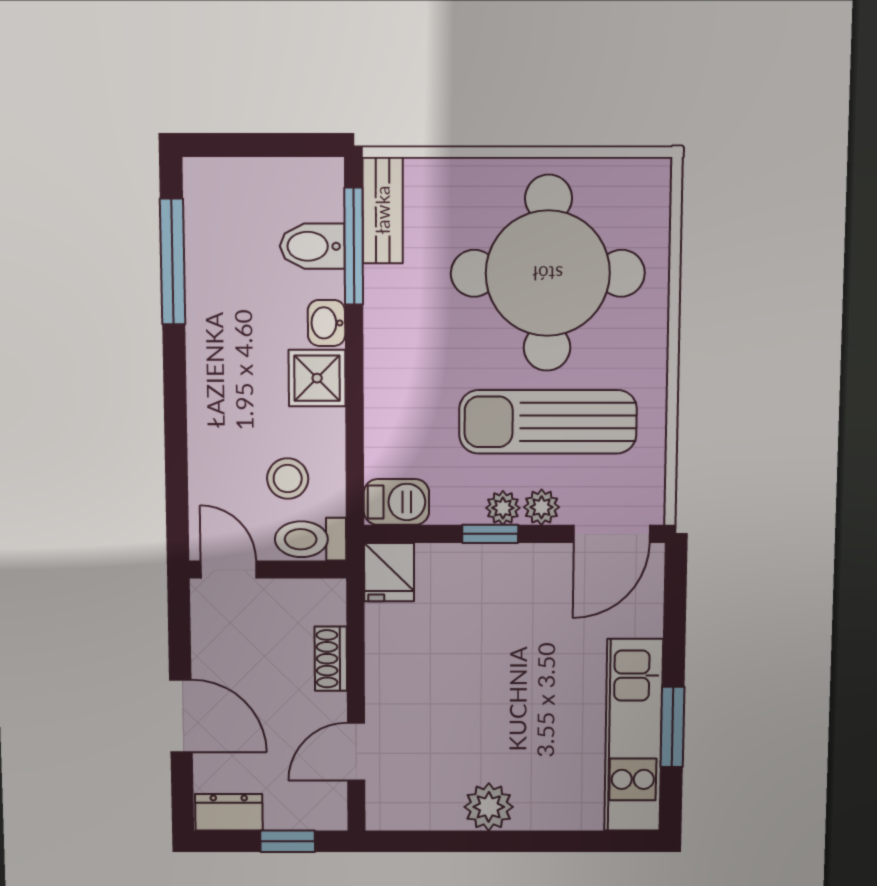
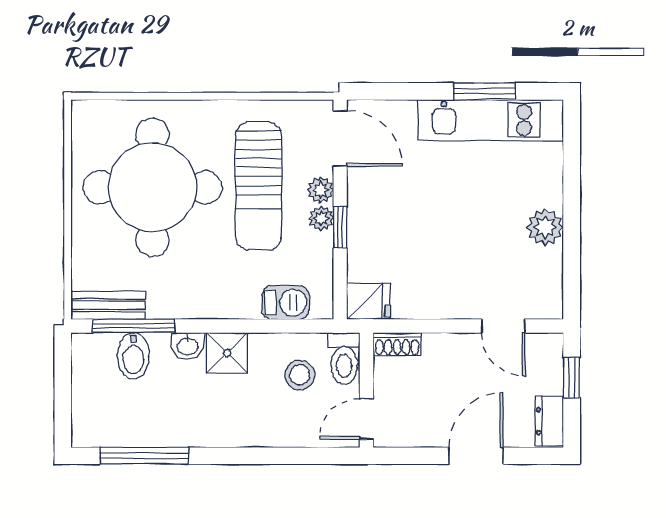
barbecue: (396, 502) -> (286, 303), moved, turned 90
shoe rack: (331, 659) -> (397, 344), moved

